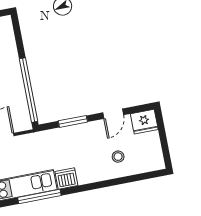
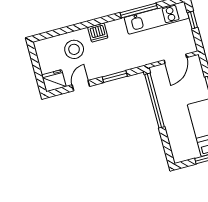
stool: (118, 157) -> (74, 49), width x1.89, depth x1.89
dishwasher: (66, 179) -> (98, 33), moved

